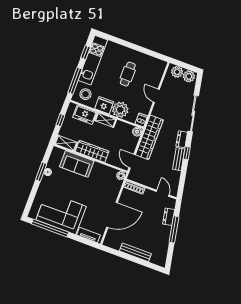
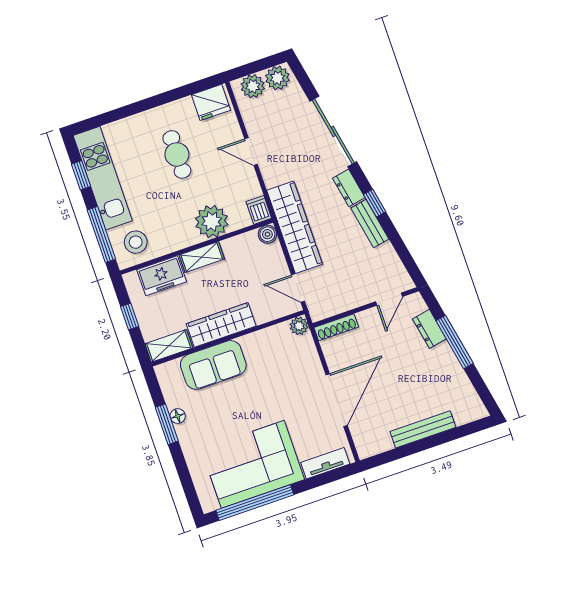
fridge: (104, 105) -> (211, 102), moved, turned 180
door: (163, 193) -> (389, 299), swing flipped

